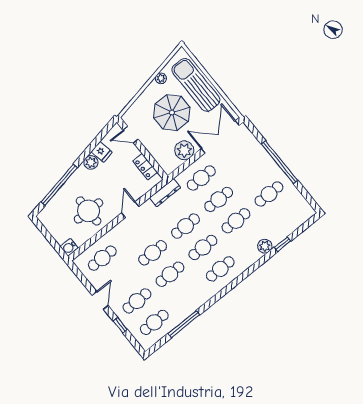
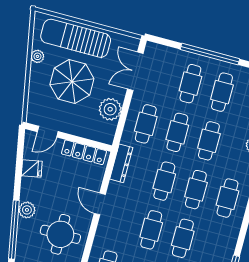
double door: (220, 137) -> (135, 71), width x0.73
plant: (91, 162) -> (27, 210), moved
locker: (145, 167) -> (84, 152), width x1.53
cafe table: (252, 173) -> (190, 84), added

